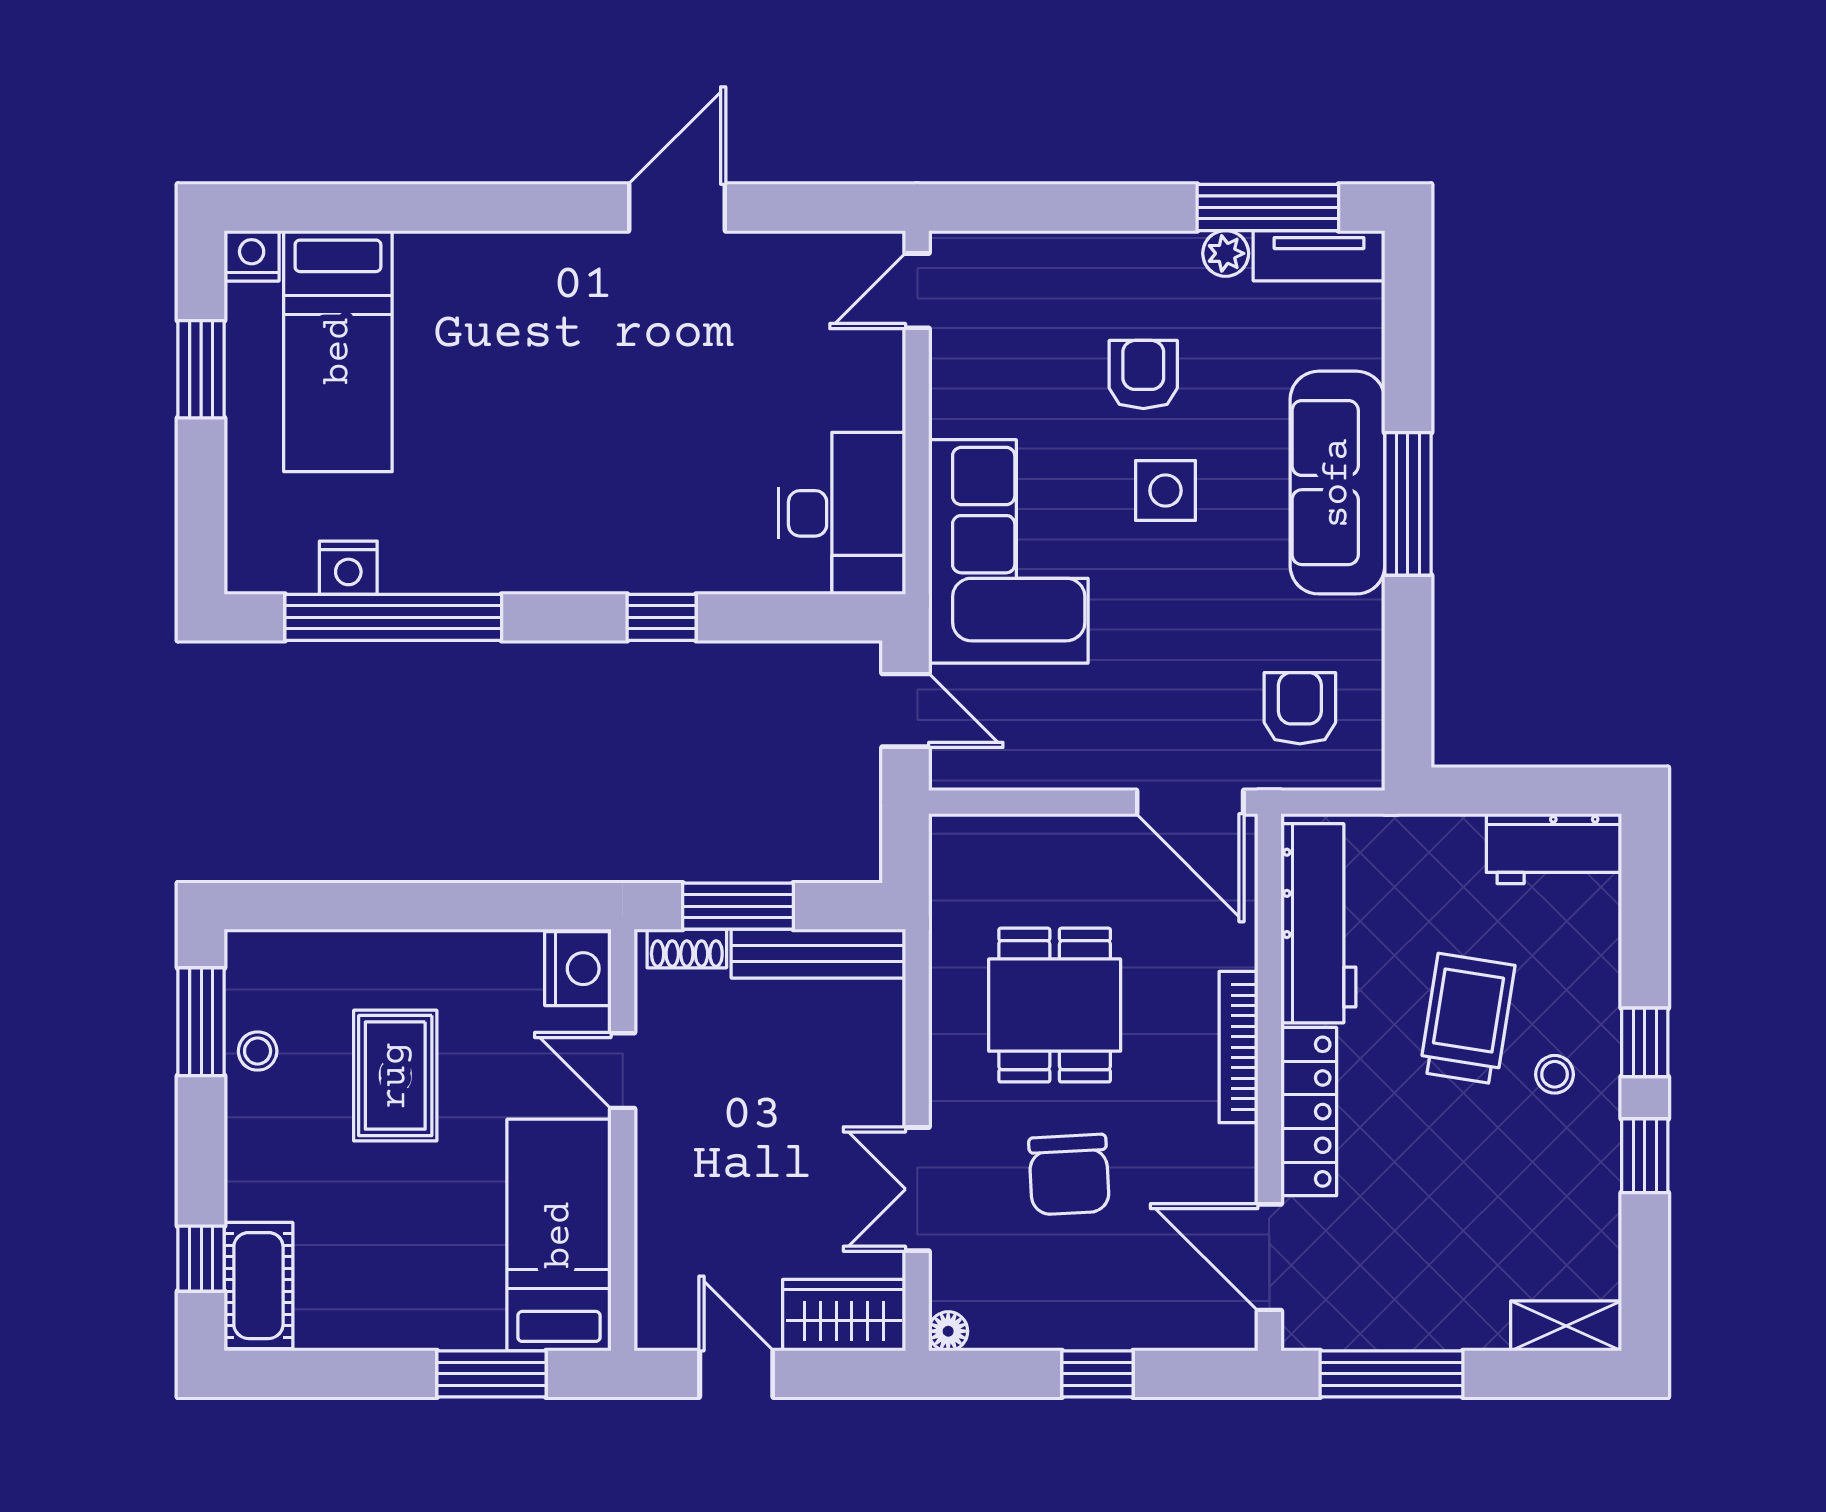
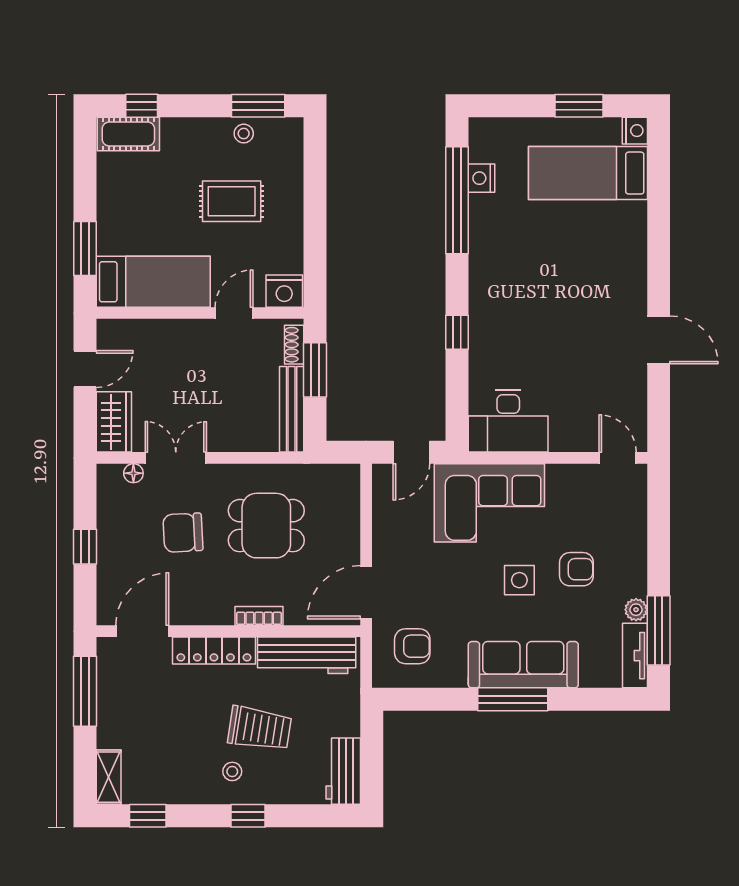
bookcase: (1238, 1047) -> (259, 616), width x0.64
window: (1645, 1156) -> (148, 816), moved
floor lamp: (948, 1331) -> (133, 473), moved

